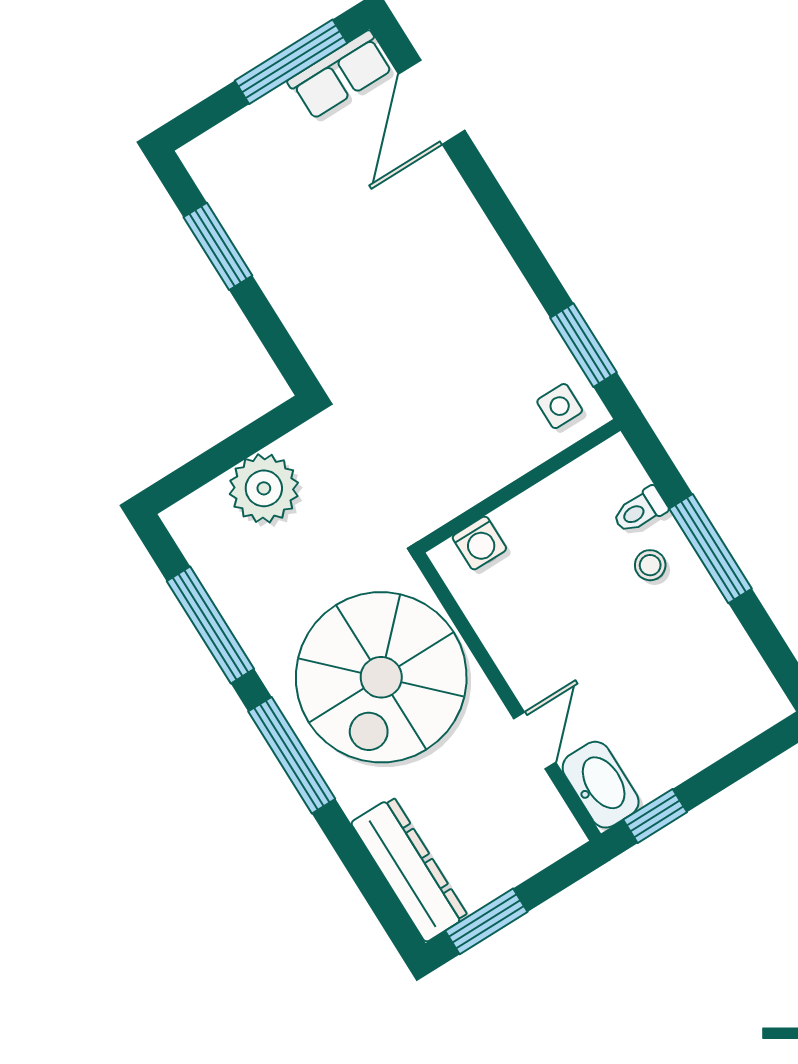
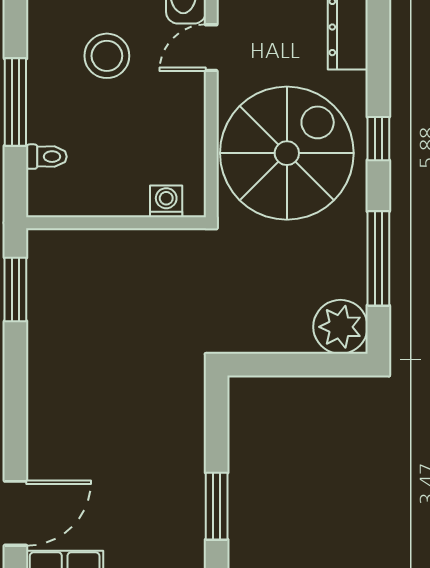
side table: (560, 406) -> (56, 259), removed
plant: (264, 488) -> (340, 327), moved
stool: (650, 565) -> (107, 56), moved, width x1.89, depth x1.89
window: (292, 755) -> (378, 139), width x0.46

